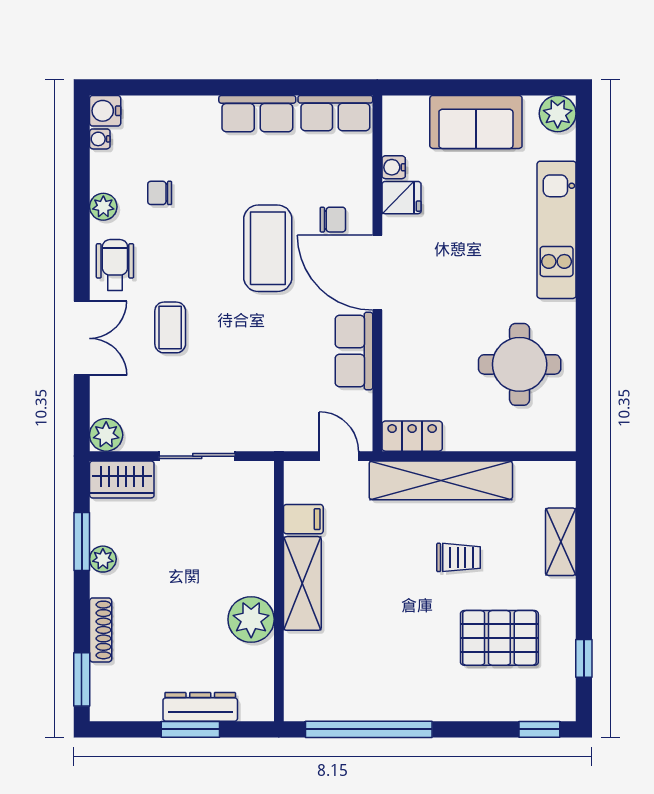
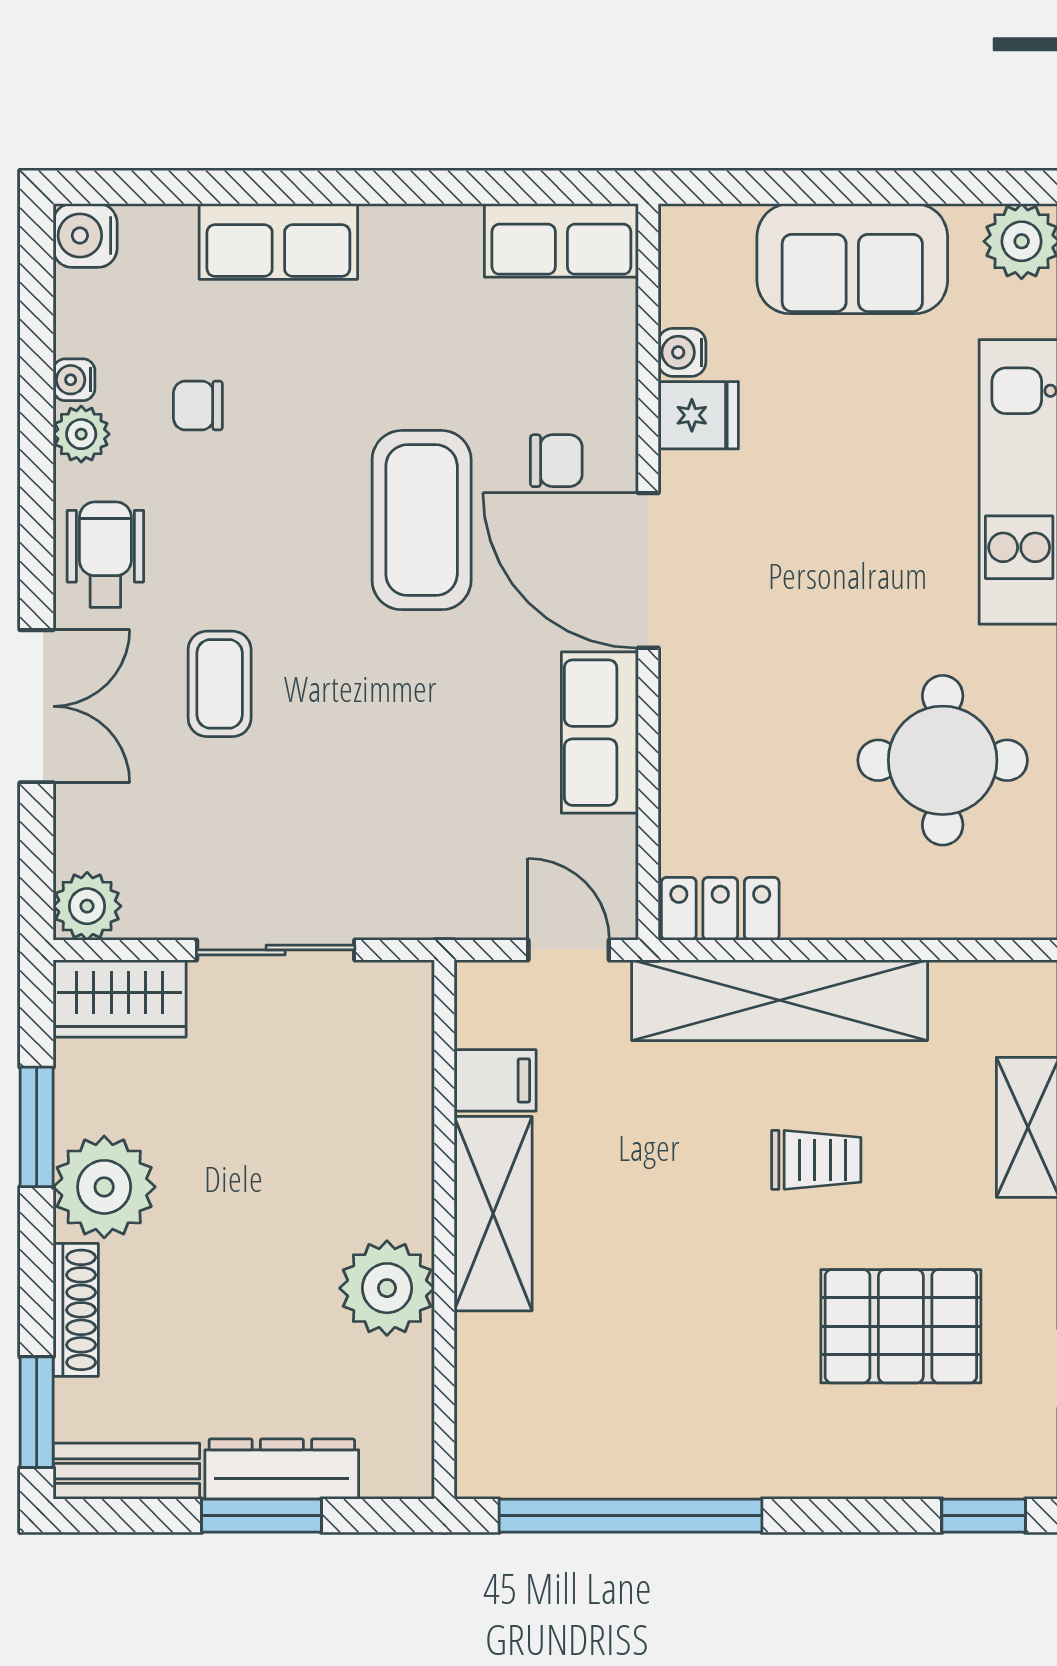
row of seats: (257, 114) -> (278, 241), moved
water cooler: (100, 139) -> (74, 380), moved
plant: (103, 559) -> (104, 1187), width x1.88, depth x1.88
bench: (125, 708) -> (126, 1471), added

